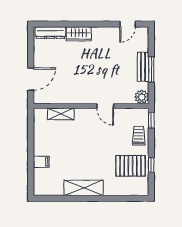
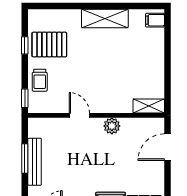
bench: (143, 67) -> (35, 162), width x1.36
plant: (142, 97) -> (112, 126), moved
shelving: (61, 114) -> (149, 106), moved
filing cabinet: (41, 162) -> (155, 20), moved

